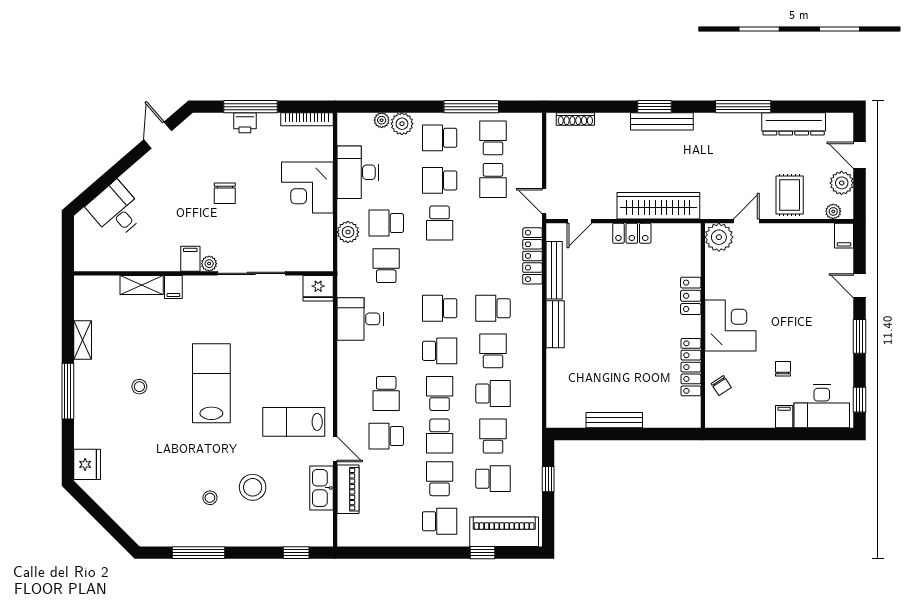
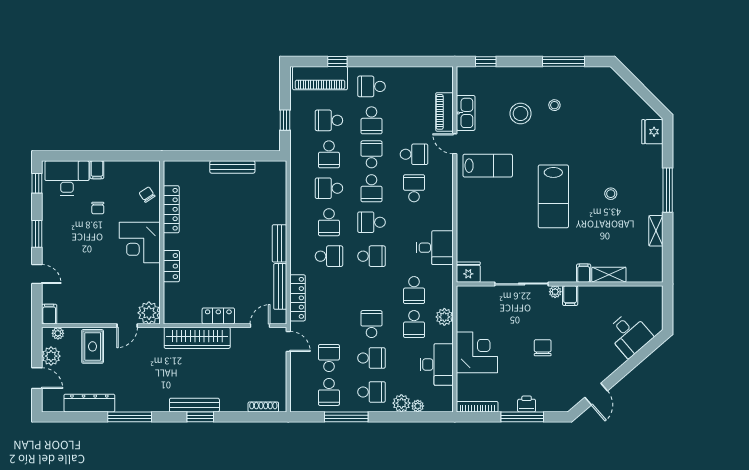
school desk: (386, 223) -> (414, 324), turned 90

